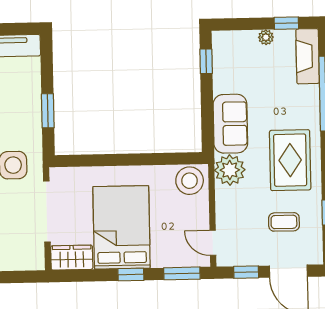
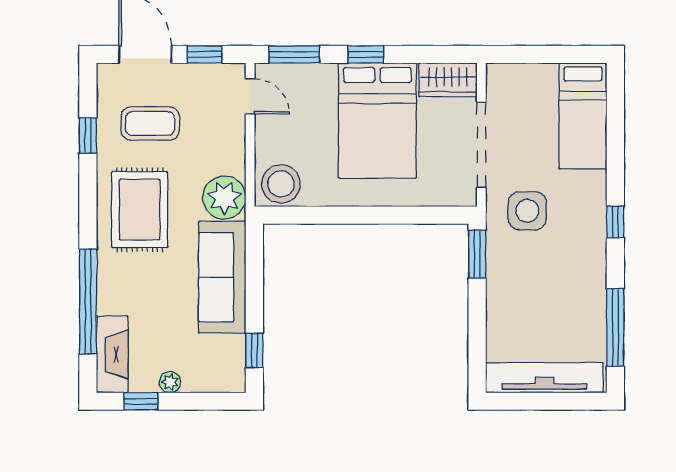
window: (48, 111) -> (477, 254), moved
sofa: (230, 124) -> (222, 277), width x1.36
coffee table: (284, 222) -> (150, 123), width x1.36, depth x1.30

